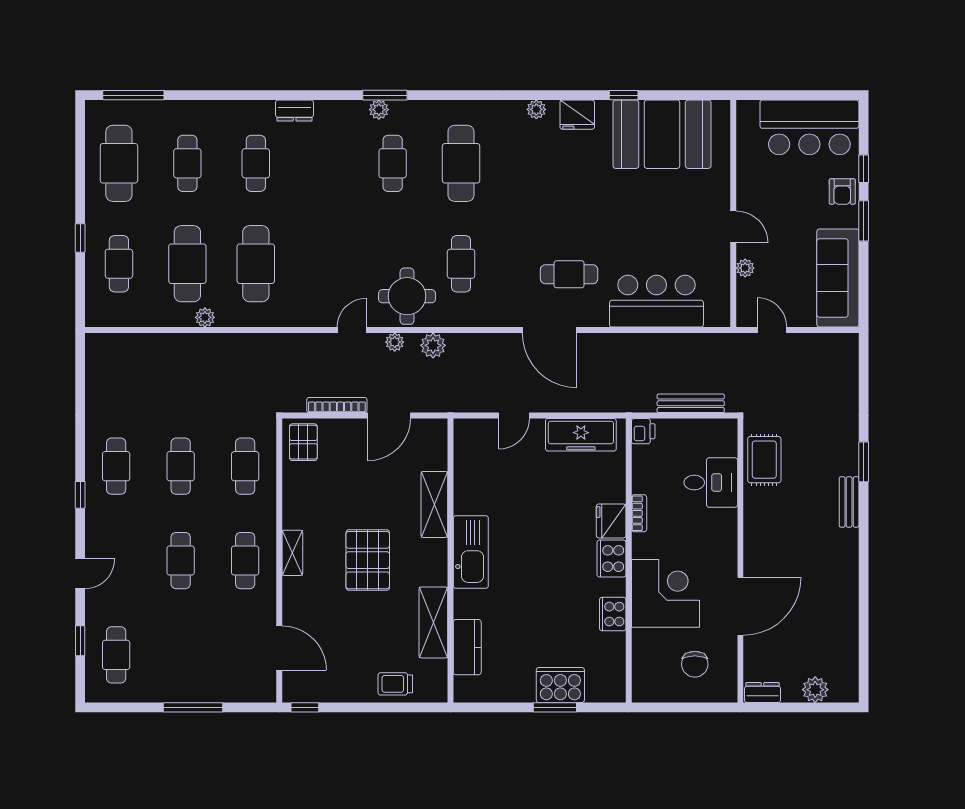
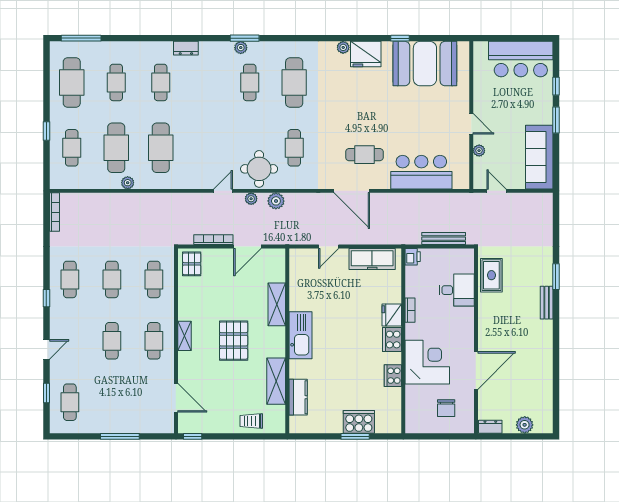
fridge: (577, 115) -> (366, 54), width x1.36, depth x1.34
armchair: (842, 192) -> (542, 101), removed
bookcase: (92, 363) -> (54, 212), added

